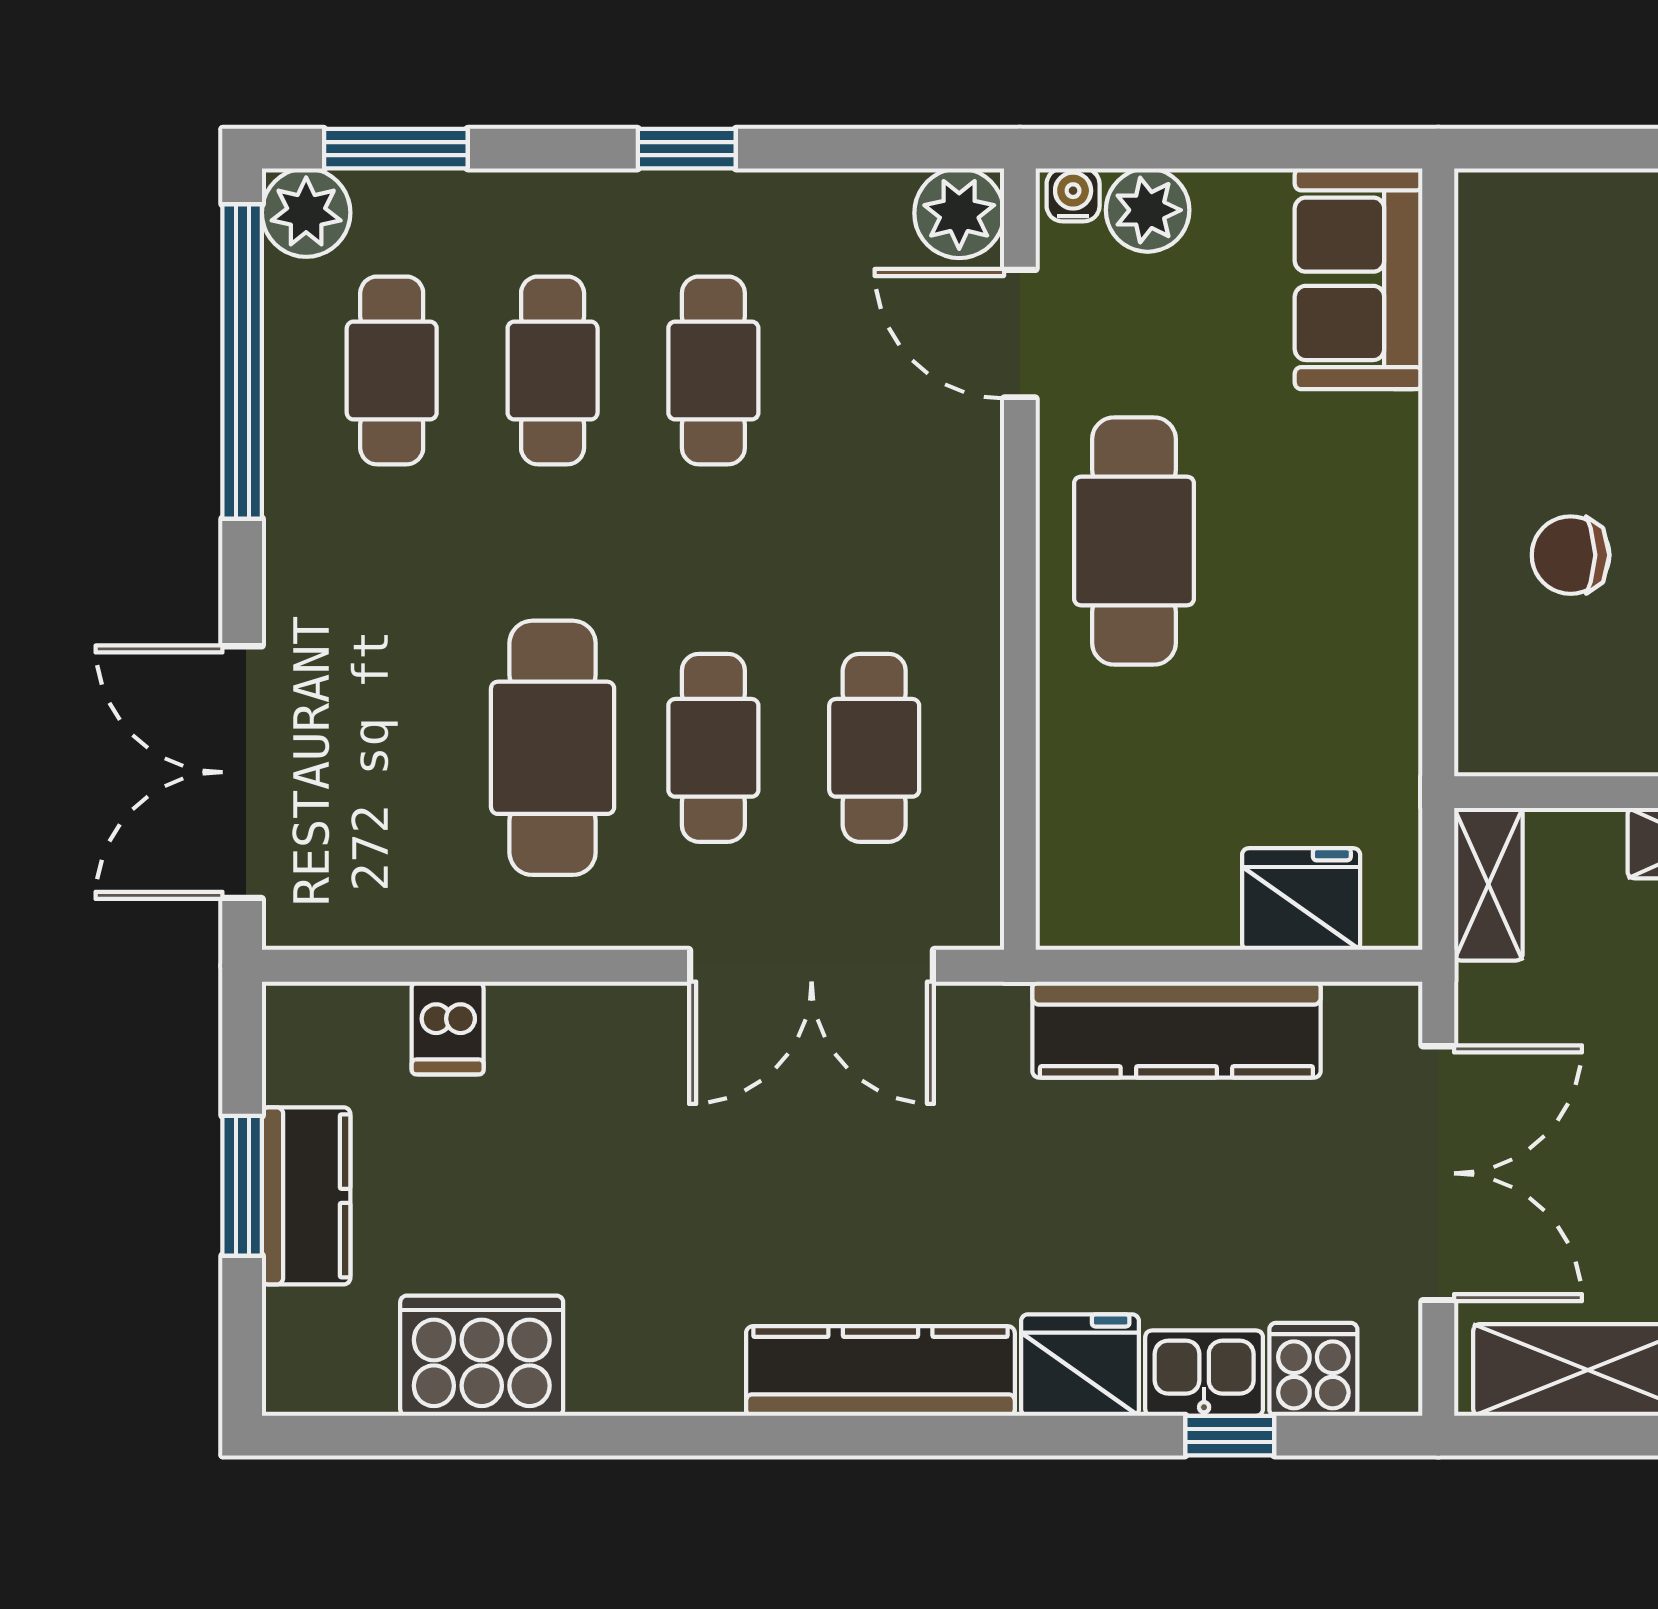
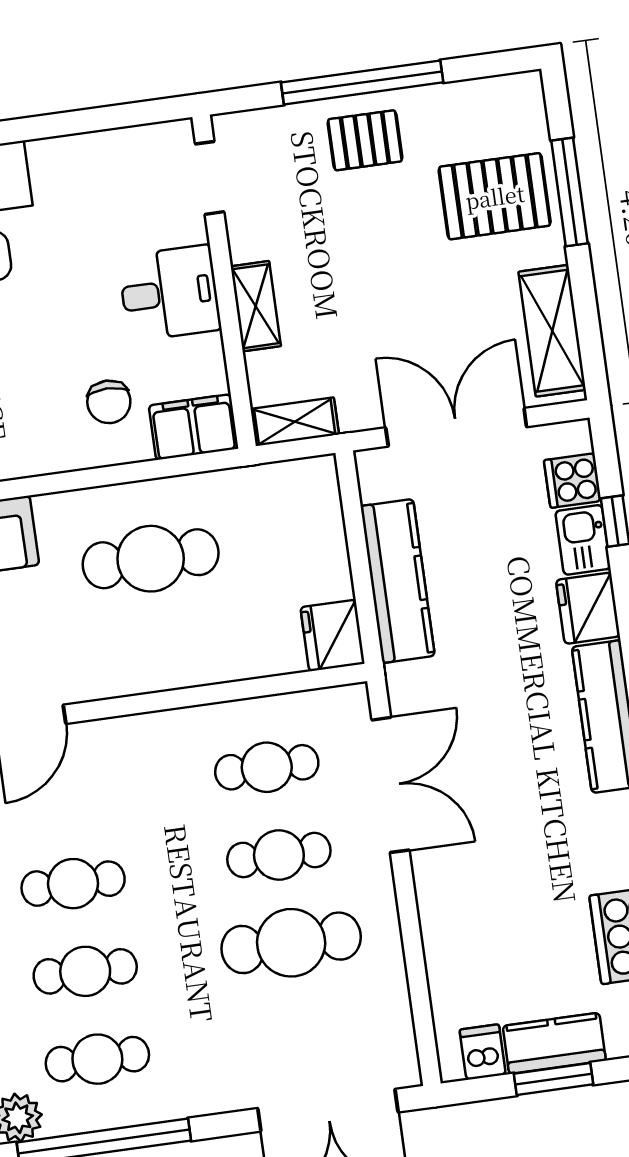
cafe table: (1134, 541) -> (151, 559), moved
filing cabinet: (1504, 701) -> (193, 427), added
fridge: (1301, 899) -> (333, 635), moved
dishwasher: (448, 1028) -> (483, 1052), moved, turned -90

